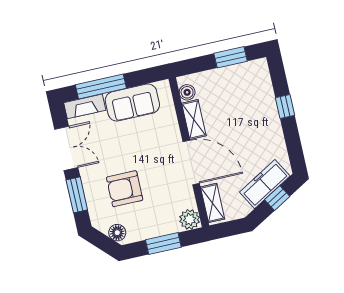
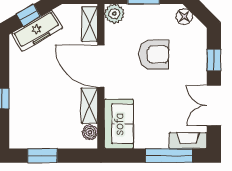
sofa: (132, 102) -> (119, 124), moved, turned 90
armchair: (125, 189) -> (154, 54), moved
window: (77, 195) -> (214, 60), width x0.67

